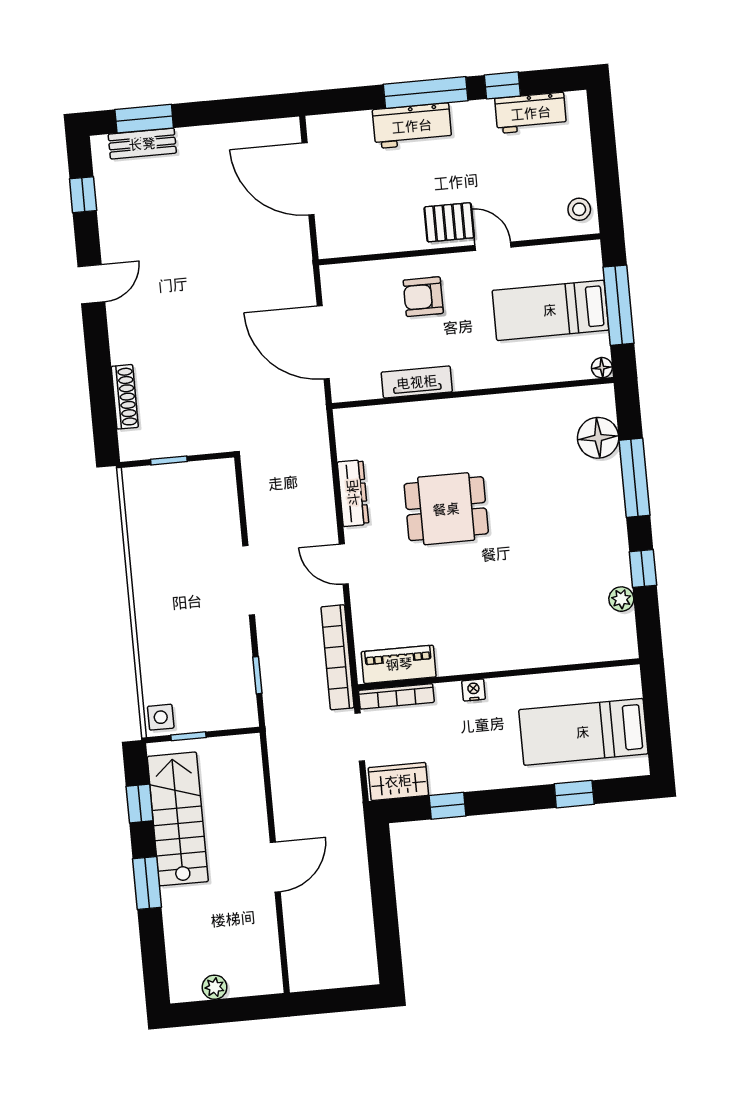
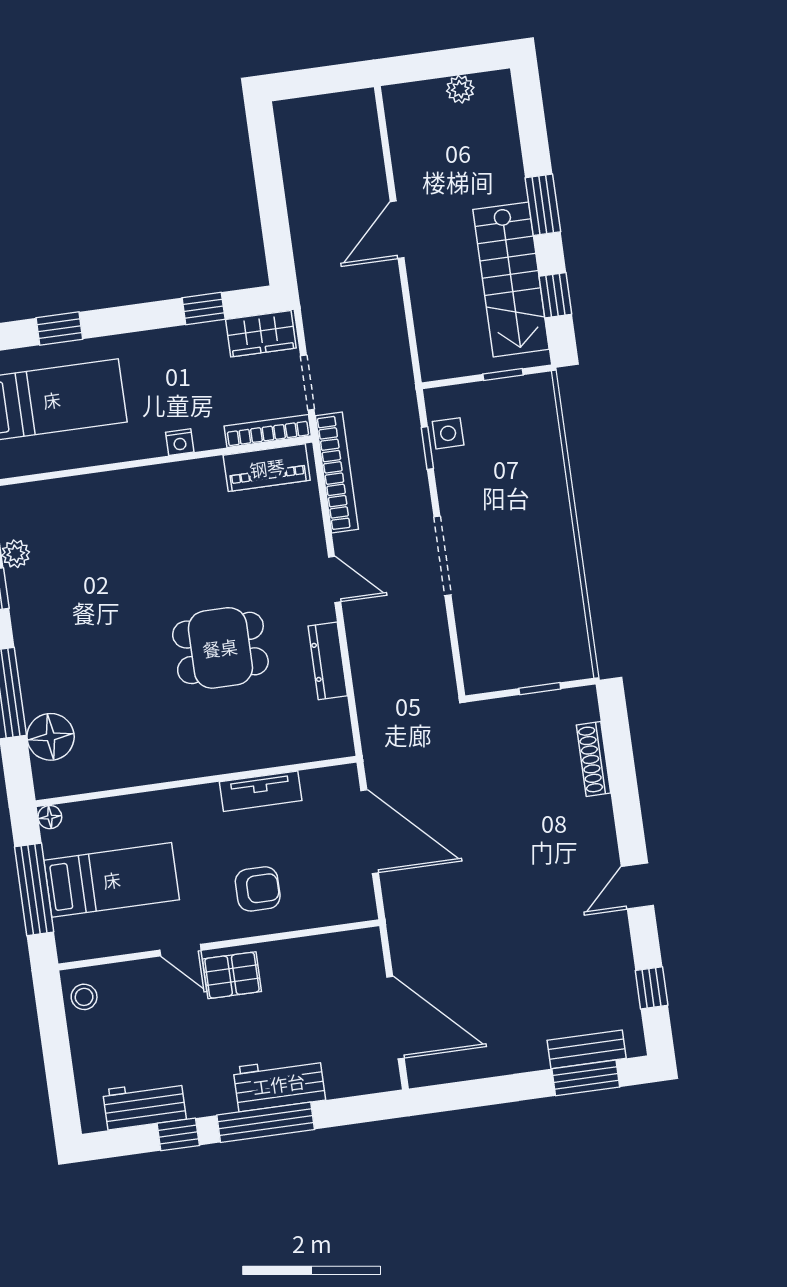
side table: (161, 717) -> (448, 433), moved

